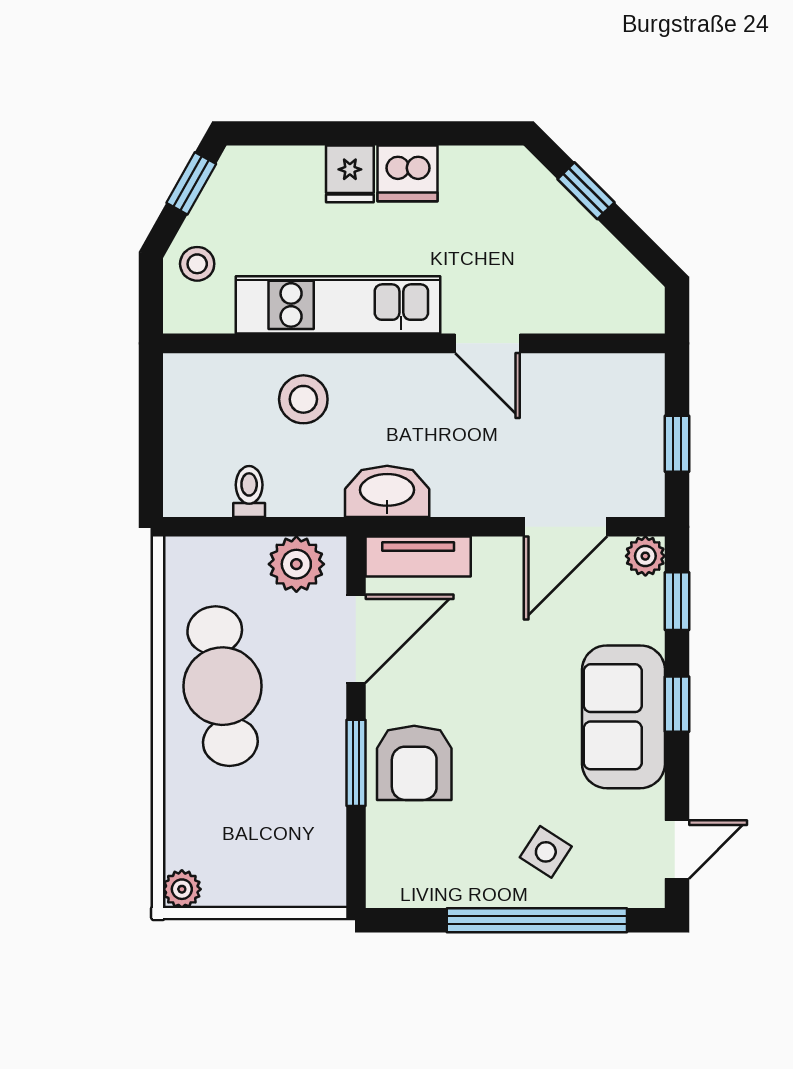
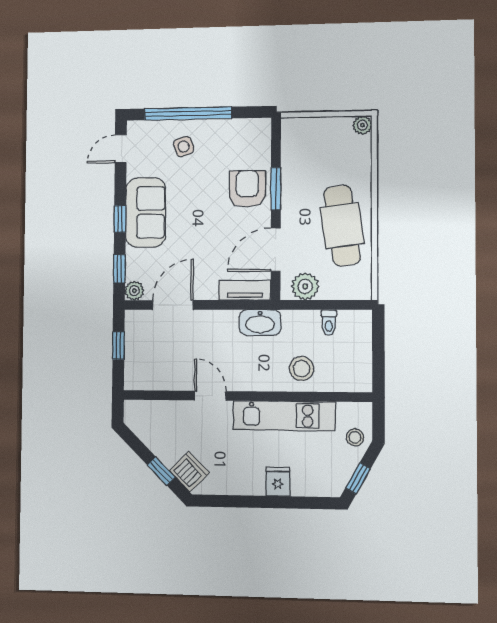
dishwasher: (407, 173) -> (189, 472), moved, turned 45
side table: (546, 852) -> (184, 147), turned 37

